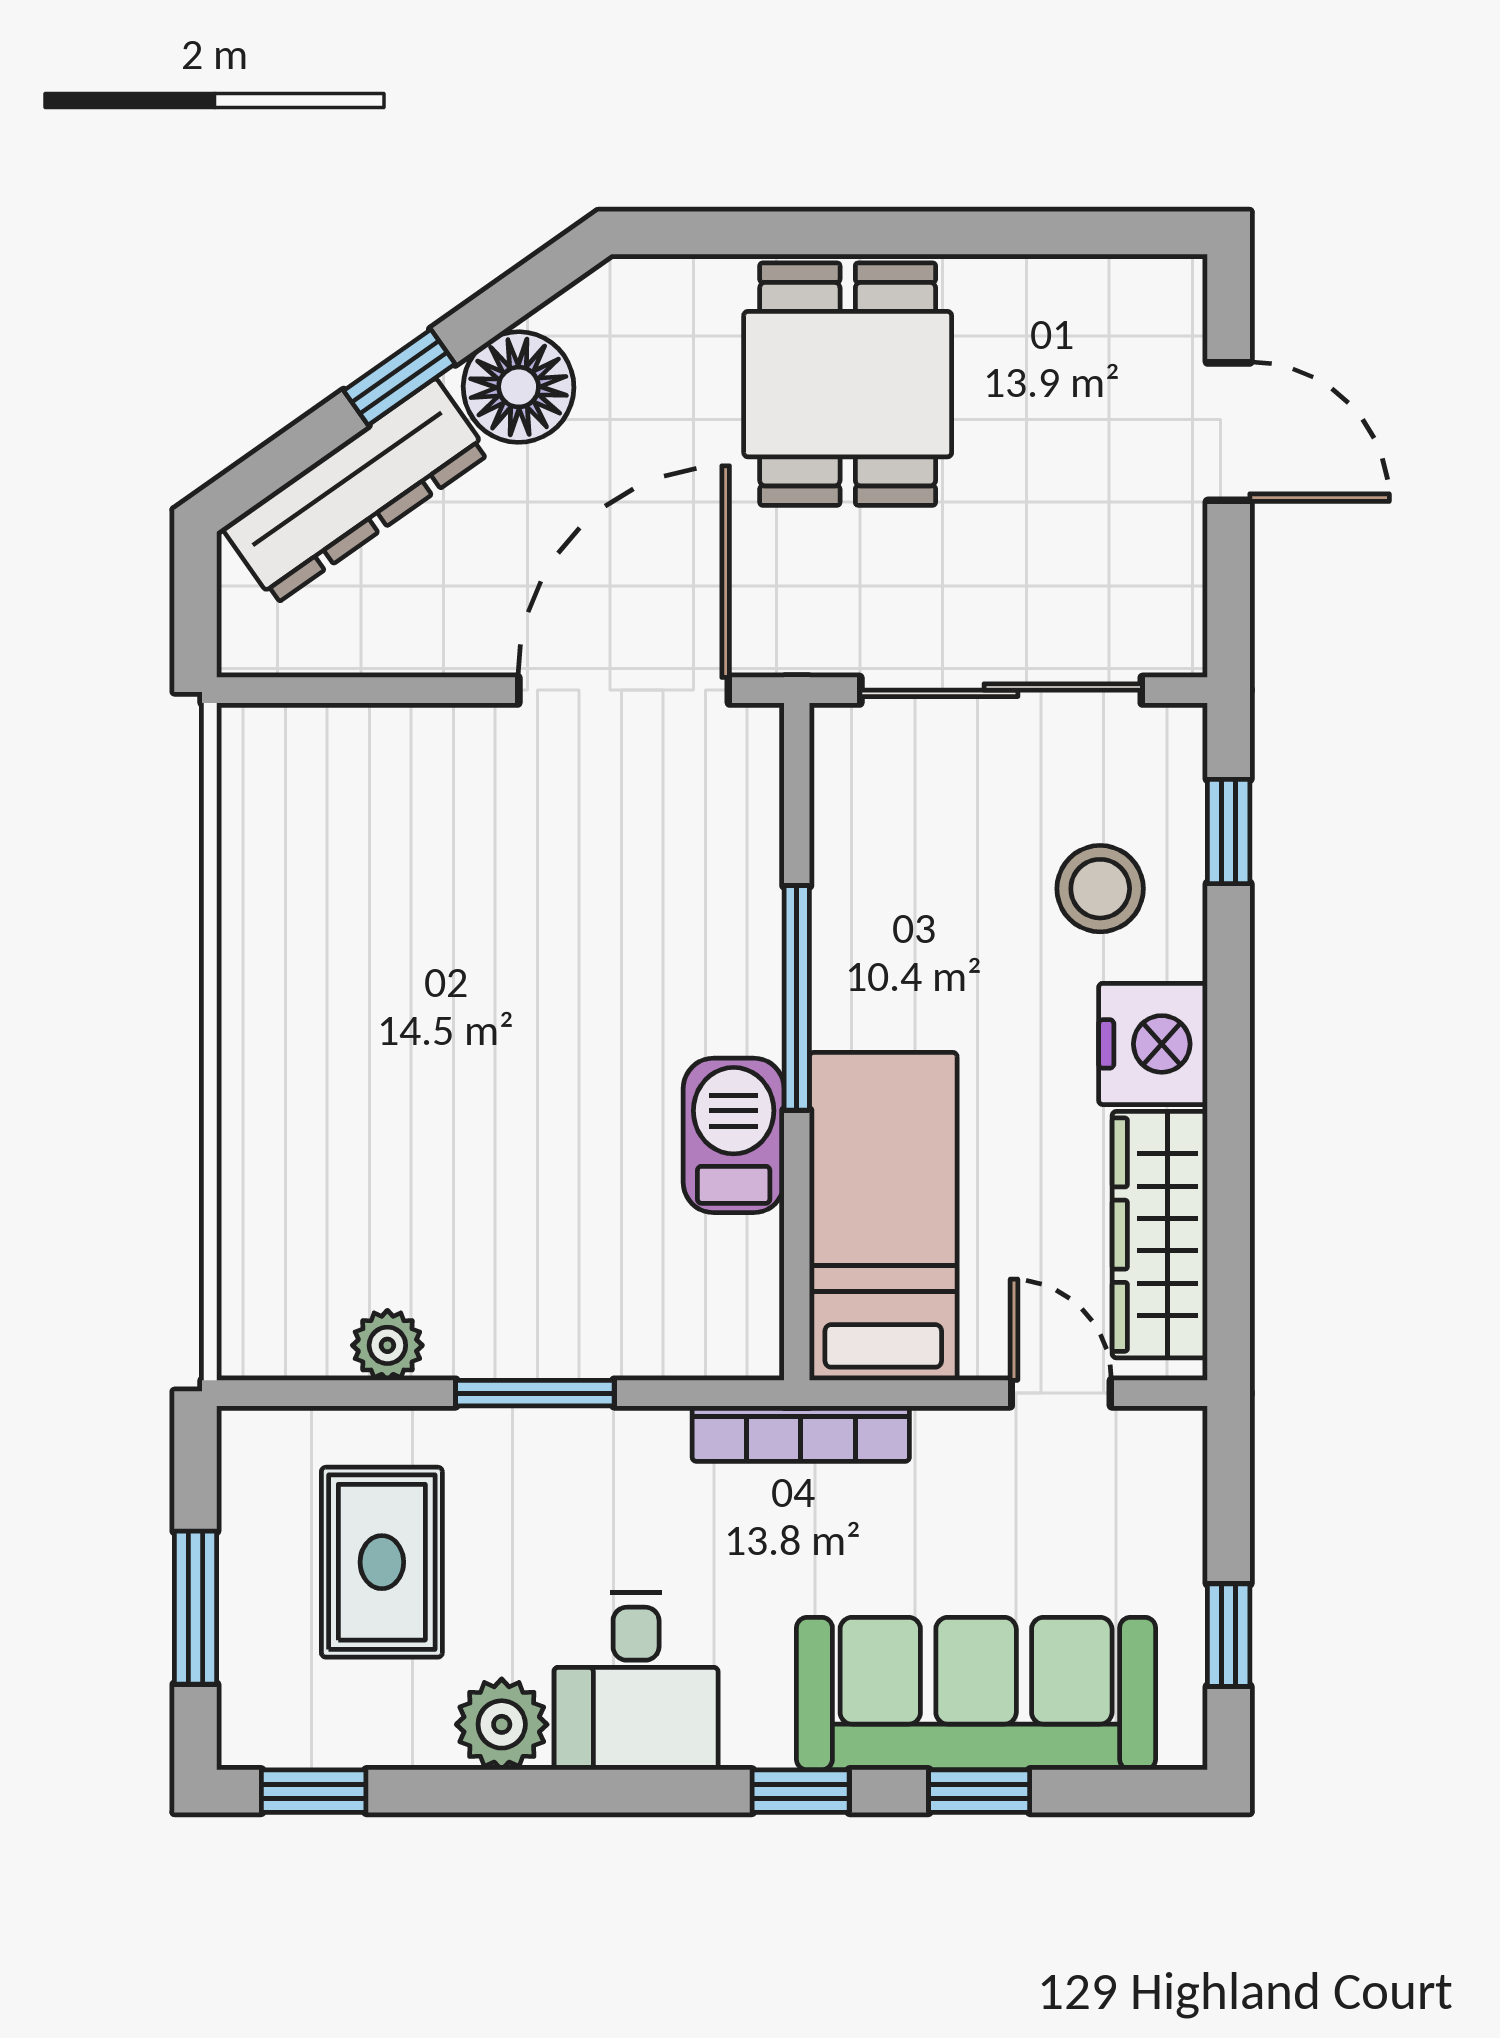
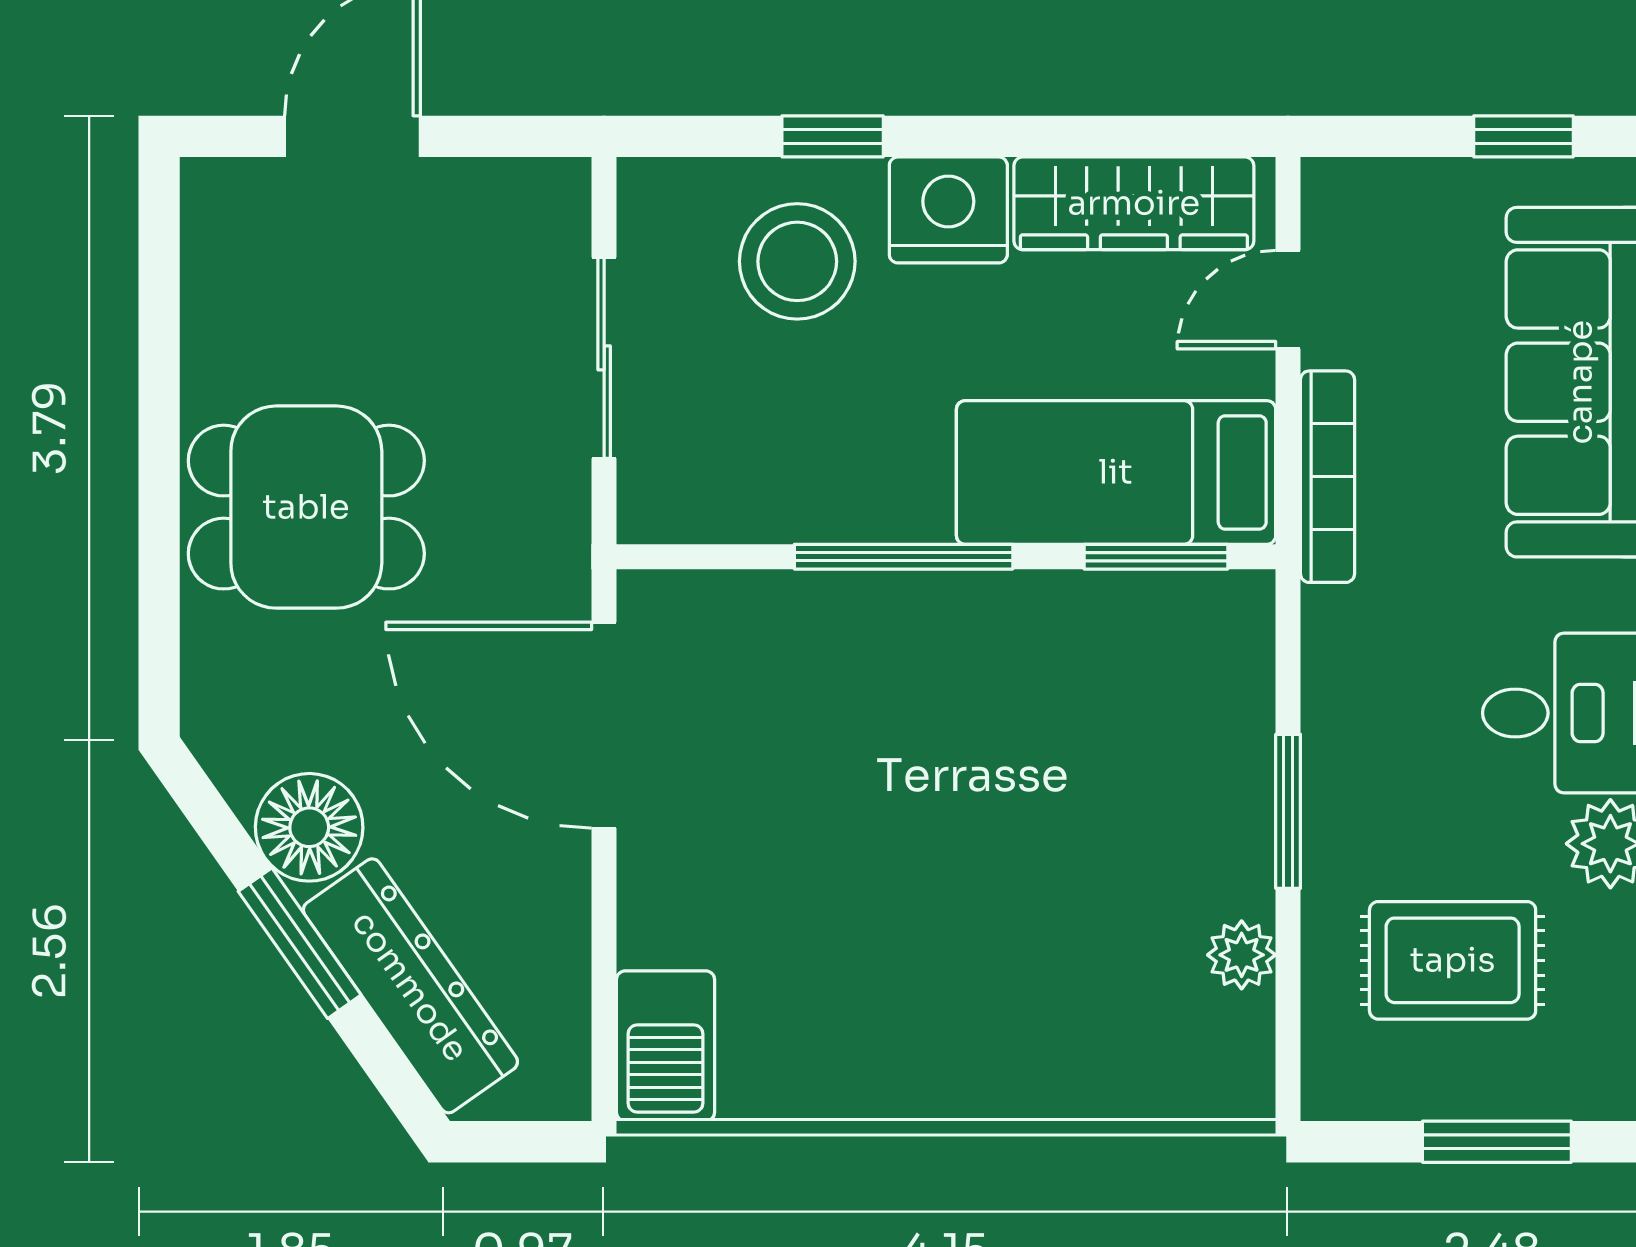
window: (399, 377) -> (300, 943), width x1.50
sliding door: (1001, 690) -> (604, 358), width x0.73
window: (1229, 831) -> (833, 136), moved
stool: (1100, 889) -> (797, 261), width x1.38, depth x1.38
barbecue: (734, 1135) -> (665, 1046), moved, turned -90
window: (797, 1257) -> (1156, 557), added
bookcase: (801, 1434) -> (1327, 477), moved

